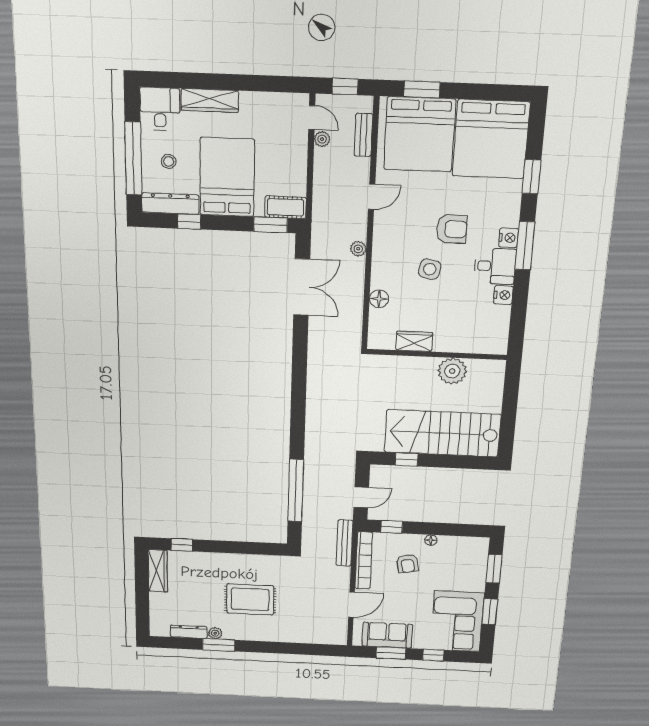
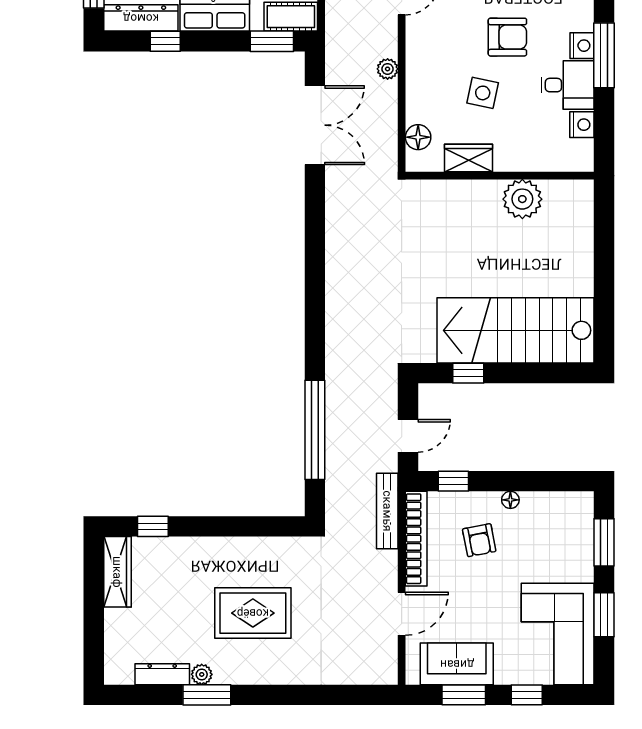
wardrobe: (414, 341) -> (468, 158), moved
wall: (437, 355) -> (500, 176), moved
plant: (452, 371) -> (522, 199), moved

